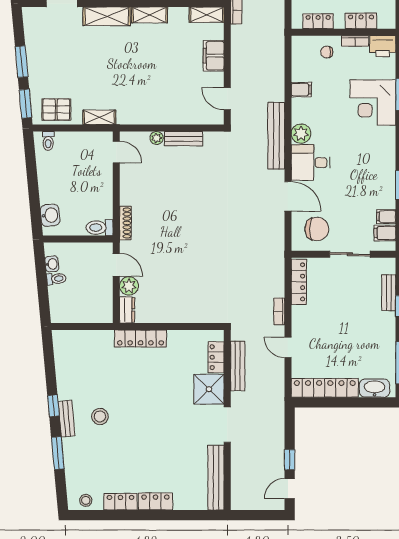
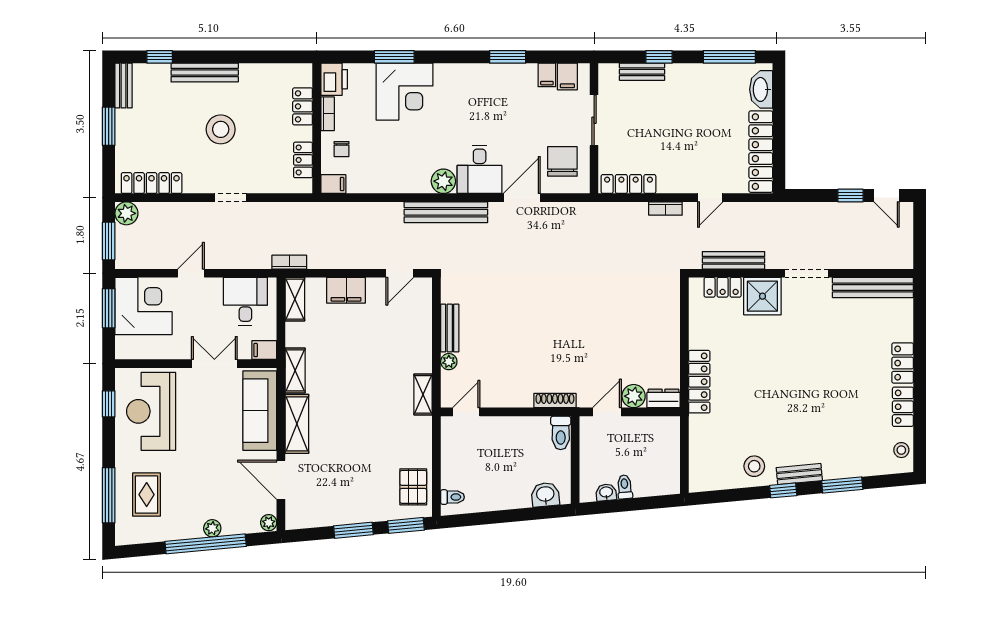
filing cabinet: (301, 90) -> (333, 184), moved, turned 90
shelving: (99, 117) -> (423, 394), moved
stool: (100, 416) -> (754, 466), moved

